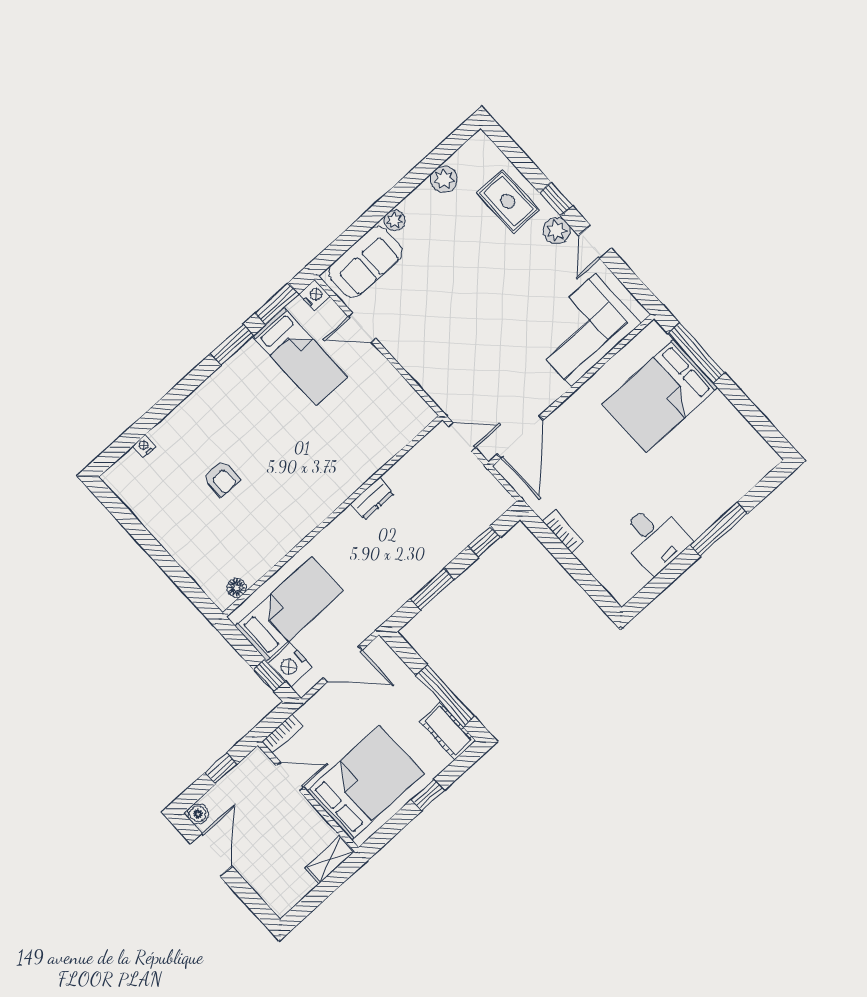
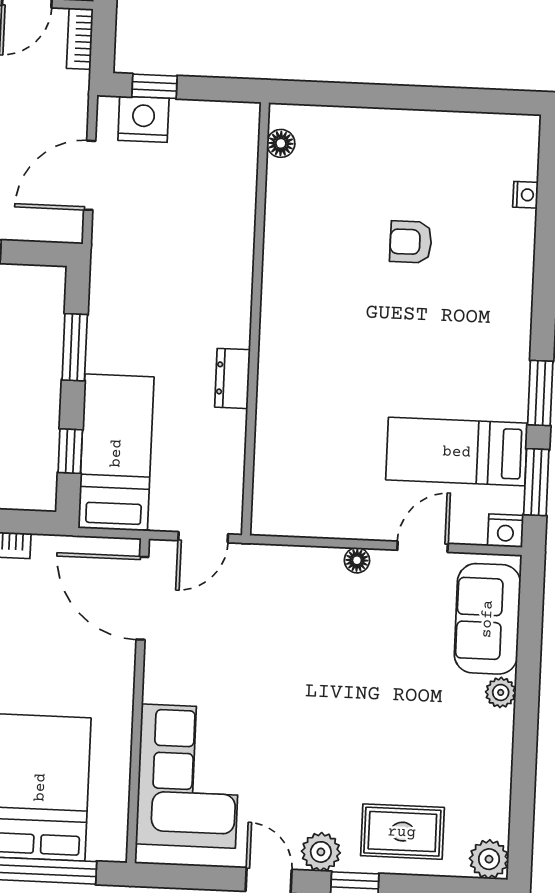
plant: (444, 179) -> (489, 859), moved
floor lamp: (400, 352) -> (357, 560), added
bed: (289, 609) -> (116, 453), moved, turned 180

